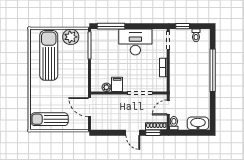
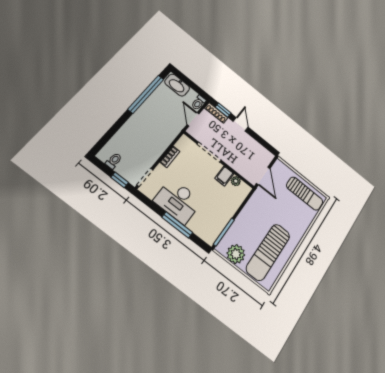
window: (111, 26) -> (177, 225), moved
window: (213, 70) -> (146, 94), moved
door: (168, 107) -> (193, 119), swing flipped

